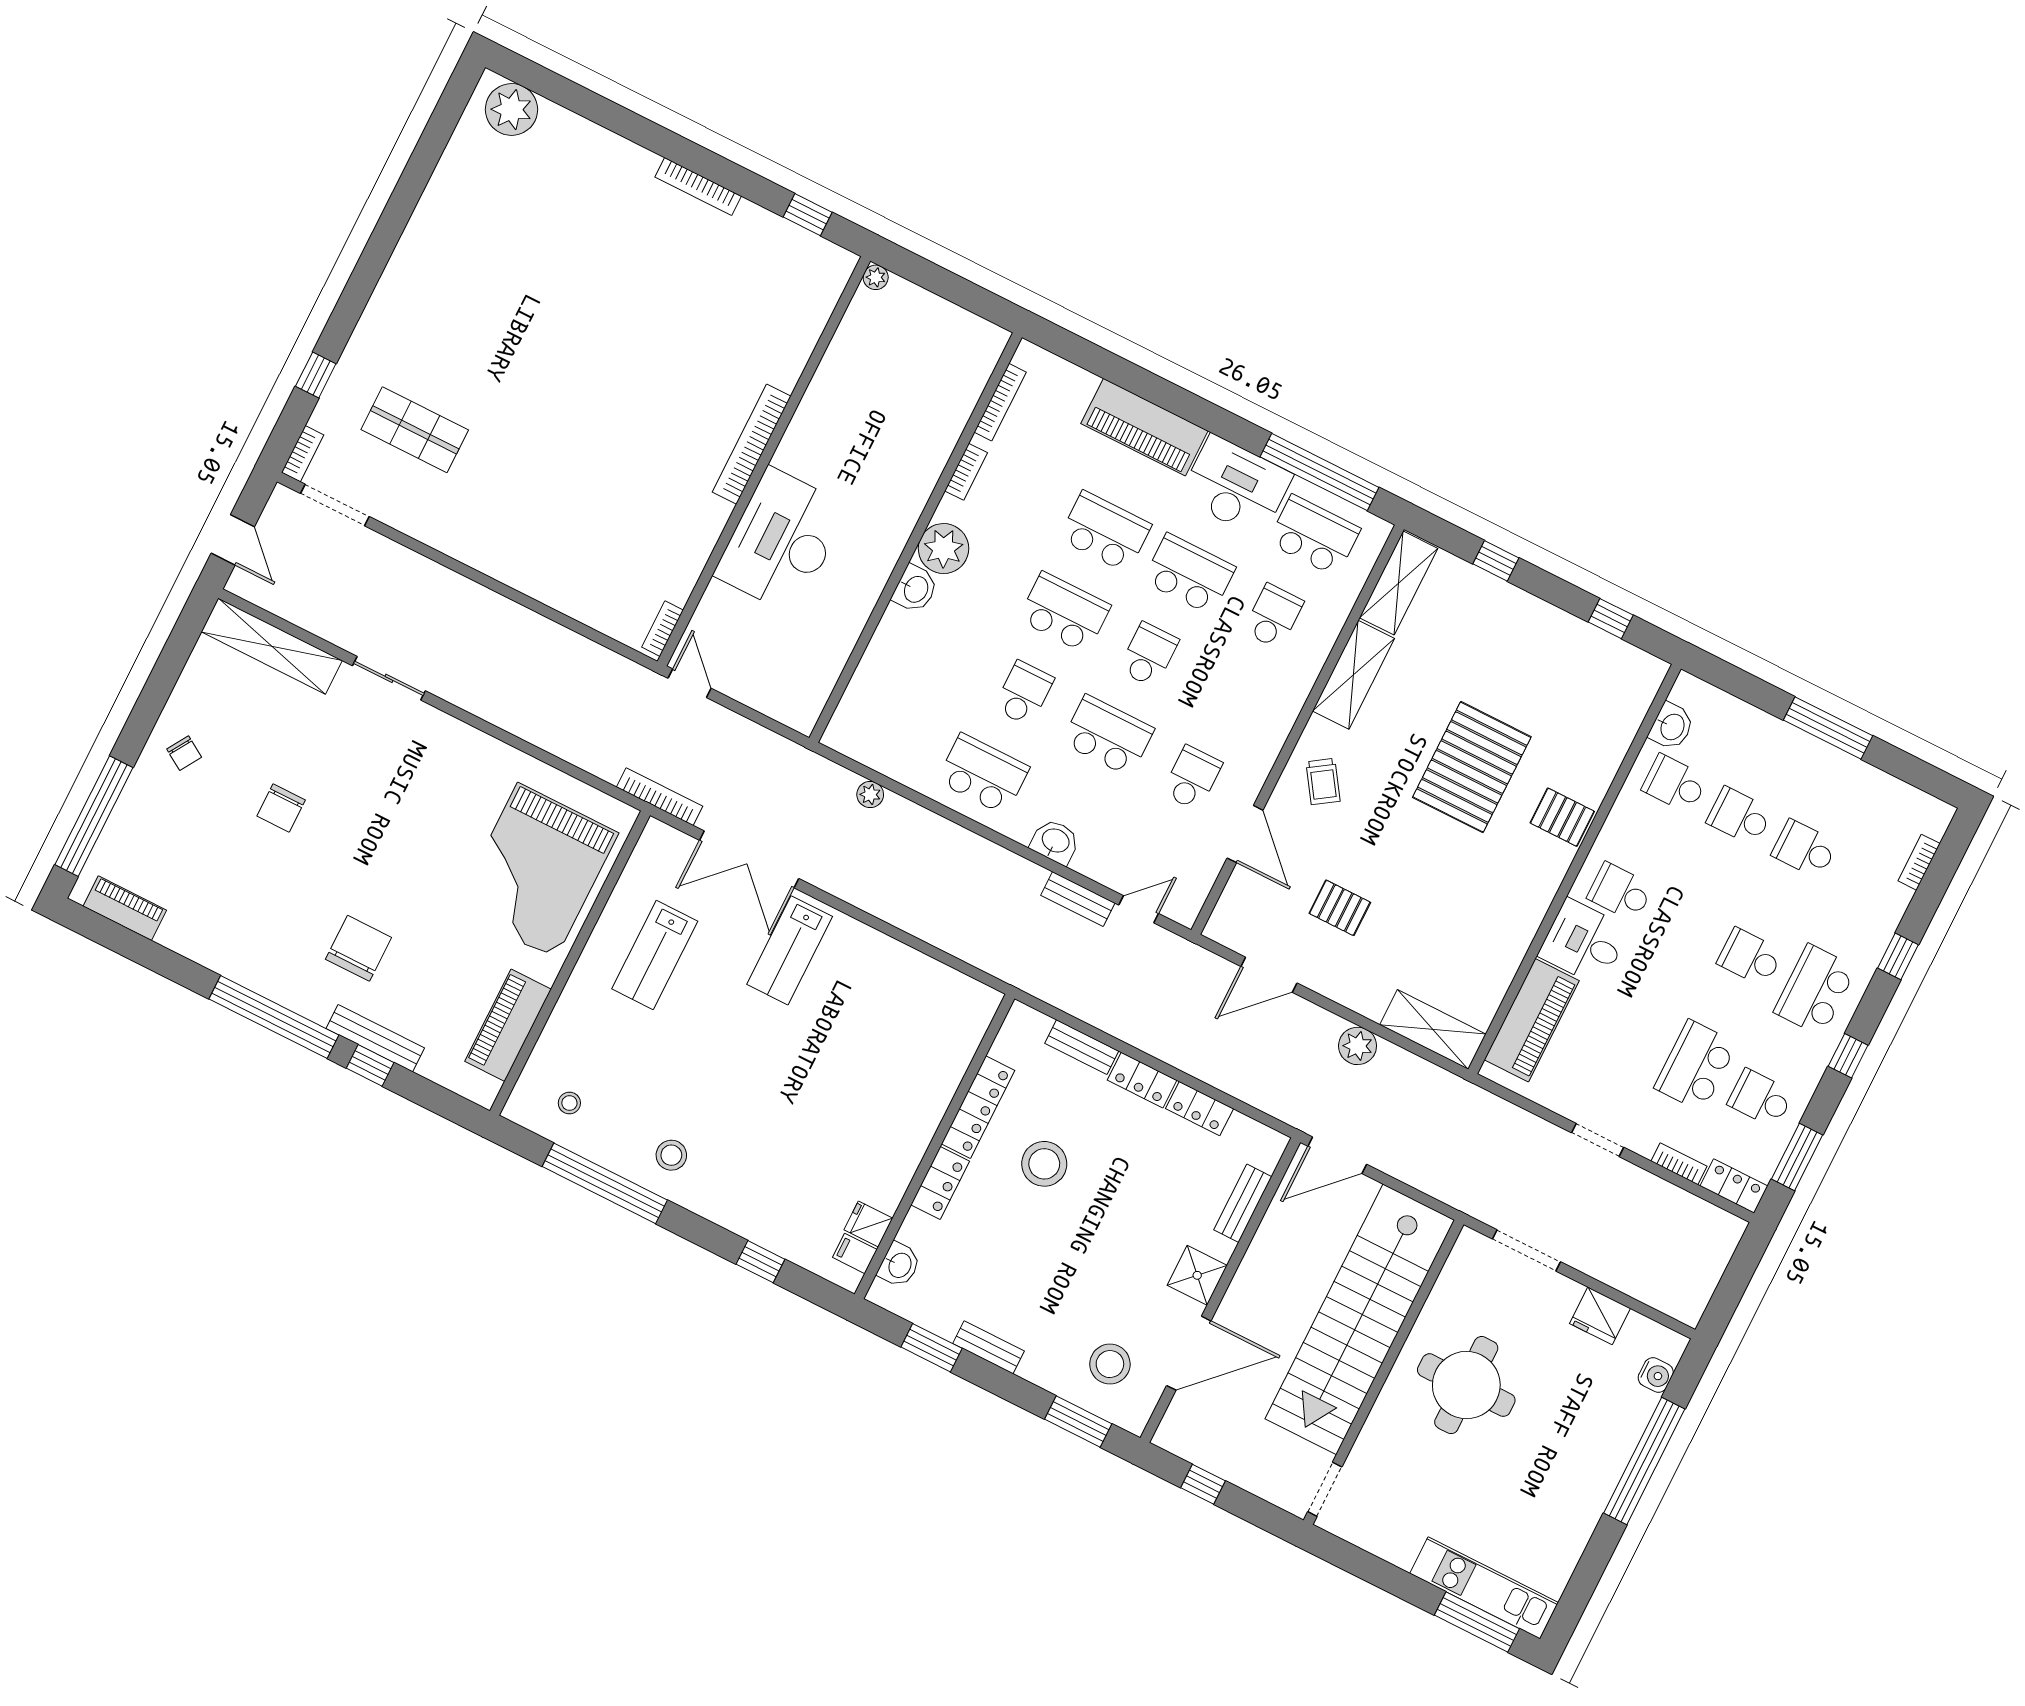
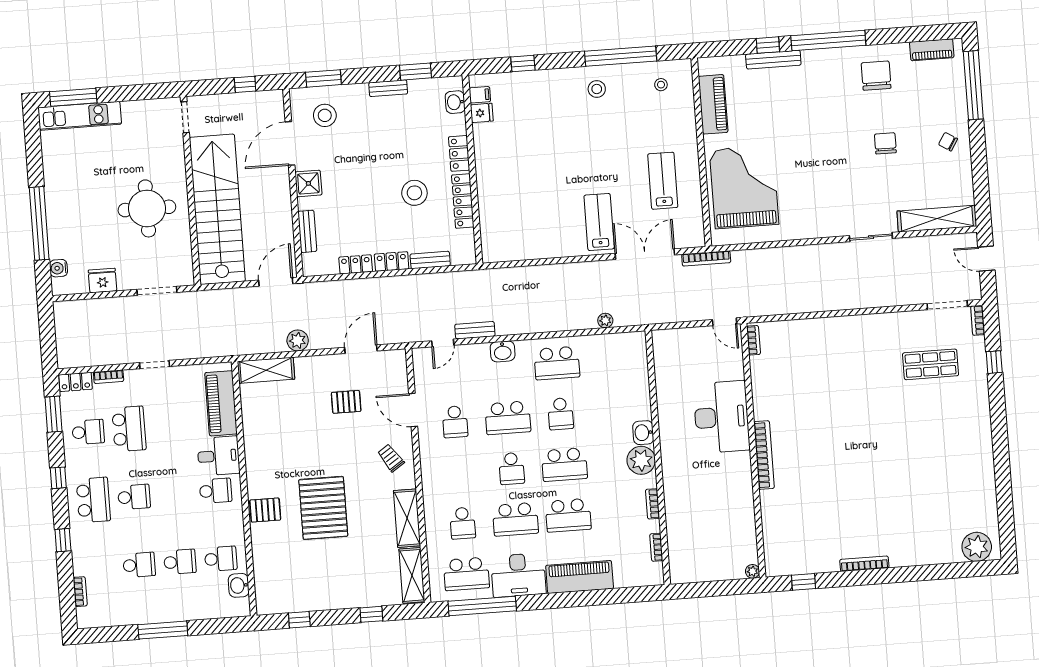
bookcase: (1000, 402) -> (656, 547), width x0.64
chair: (359, 948) -> (876, 76), moved, turned 180

